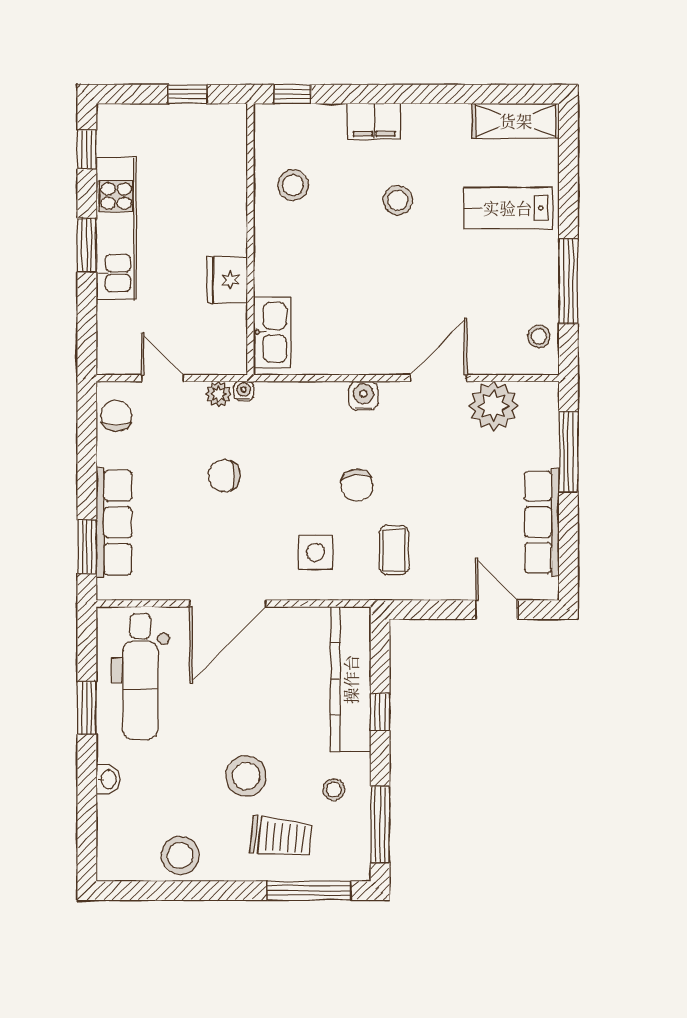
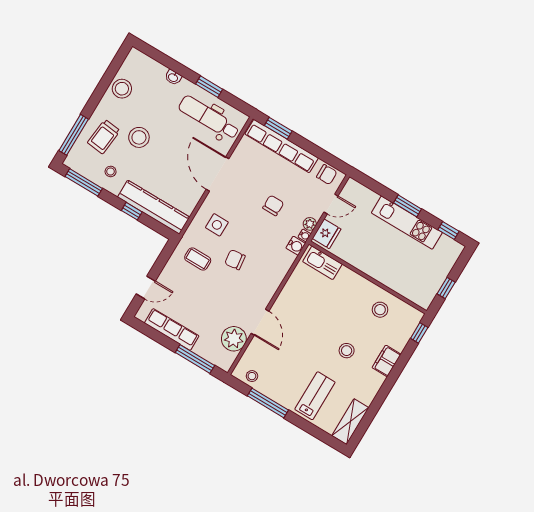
fridge: (227, 280) -> (327, 234), moved, turned 90
water cooler: (363, 396) -> (296, 246), moved
row of seats: (114, 522) -> (282, 146), width x1.36

